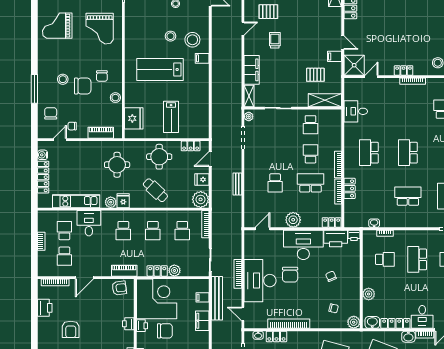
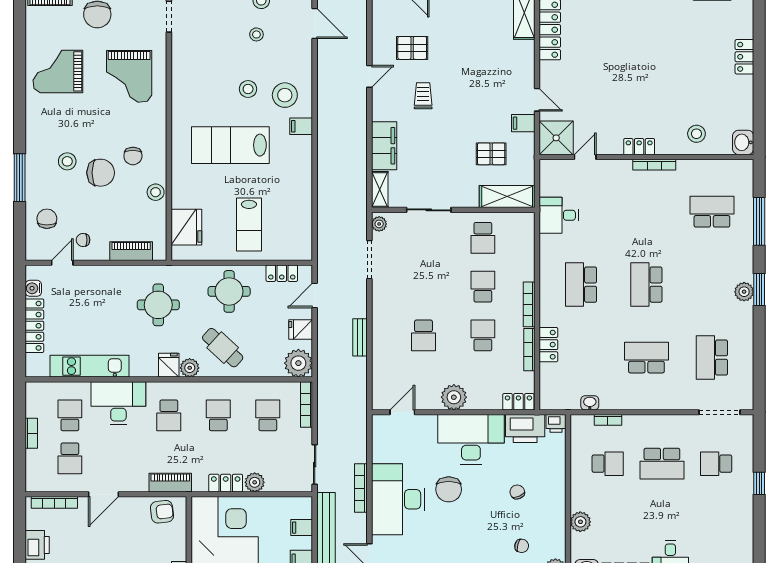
school desk: (310, 183) -> (483, 335), width x0.54
plant: (111, 202) -> (190, 368), moved
desk: (89, 223) -> (118, 403), width x1.37
school desk: (153, 231) -> (218, 415), turned 180
school desk: (182, 231) -> (268, 415), turned 180
school desk: (417, 259) -> (662, 464), turned -90

